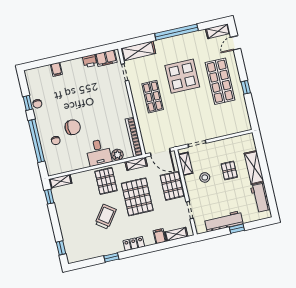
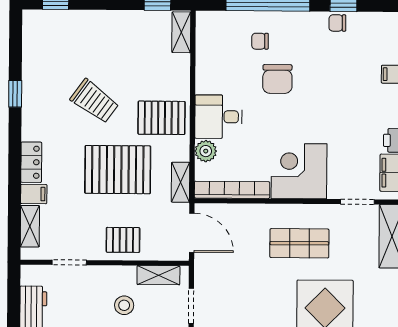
corner desk: (116, 105) -> (299, 171), added
door: (160, 152) -> (192, 233), swing flipped
pallet: (172, 186) -> (123, 240), width x0.67, depth x0.71
locker: (134, 244) -> (31, 162), moved

